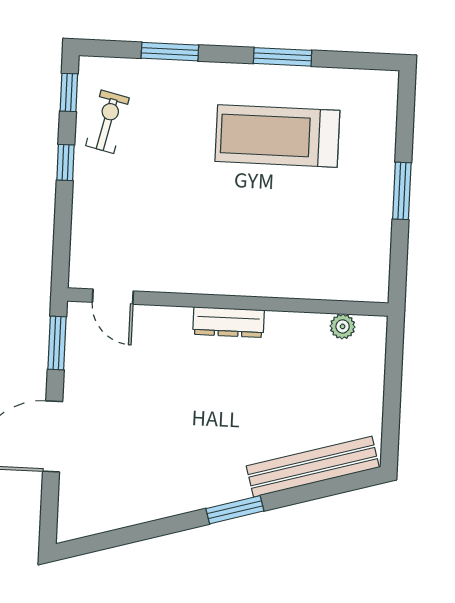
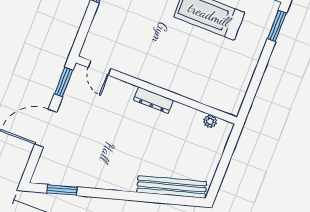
window: (402, 191) -> (277, 26), moved
window: (235, 510) -> (62, 190), moved

